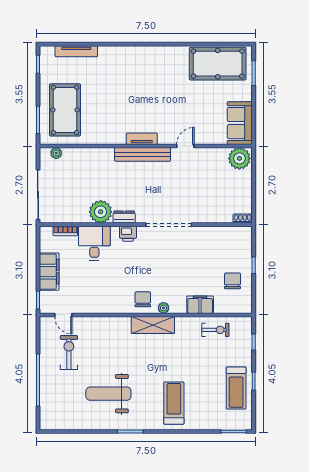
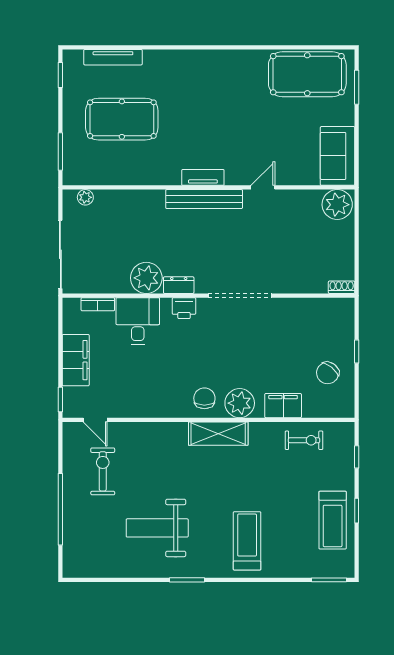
pool table: (65, 110) -> (122, 119), moved, turned 90
chair: (232, 281) -> (328, 373), turned -141
plant: (163, 308) -> (240, 403), width x1.88, depth x1.88

